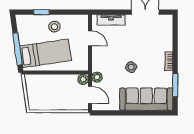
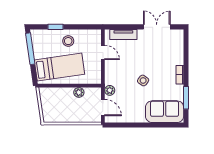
window: (17, 49) -> (30, 49), moved
plant: (83, 79) -> (79, 92), moved
sofa: (146, 99) -> (165, 112), width x0.73

